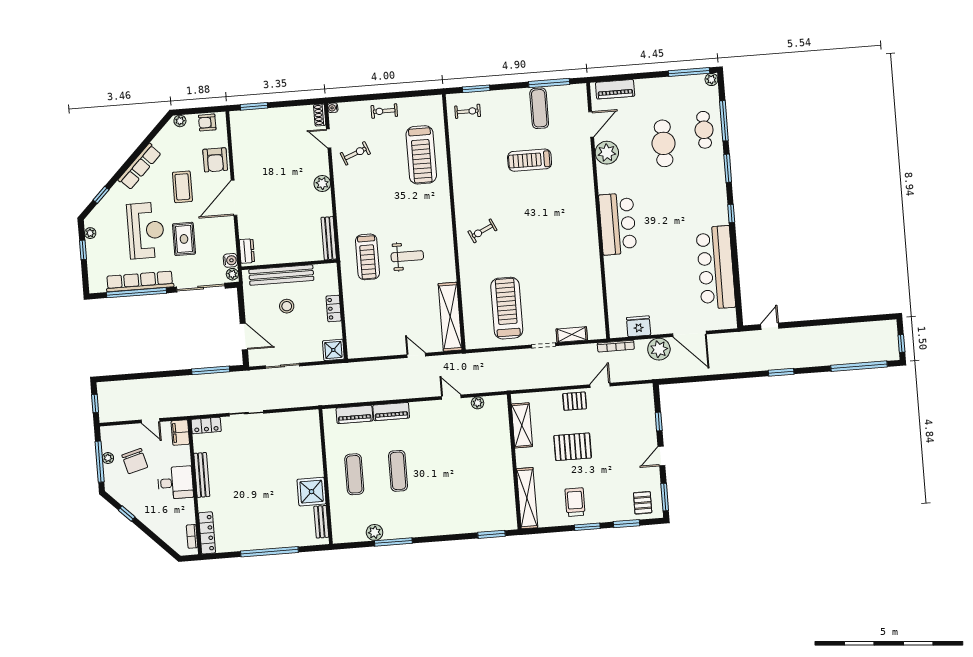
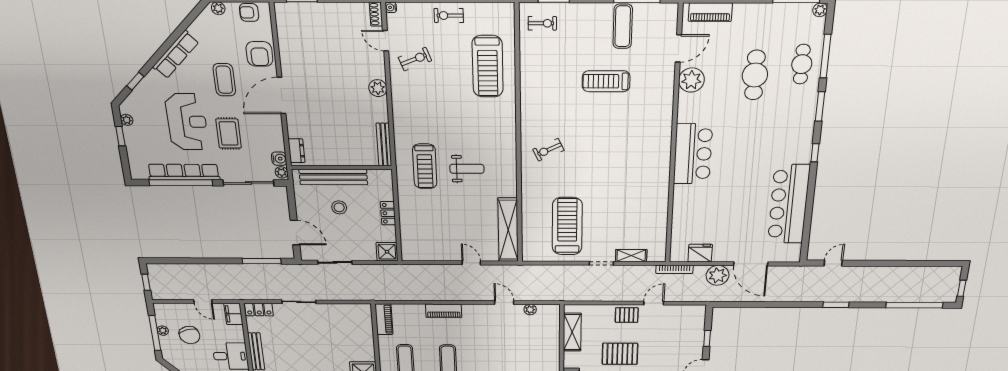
piano: (354, 414) -> (384, 319), moved, turned -90

